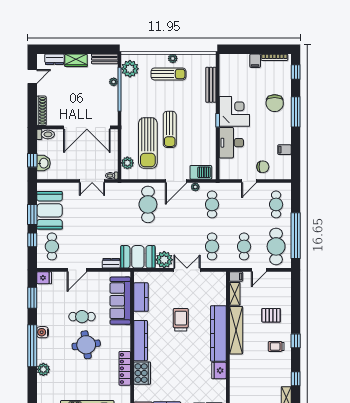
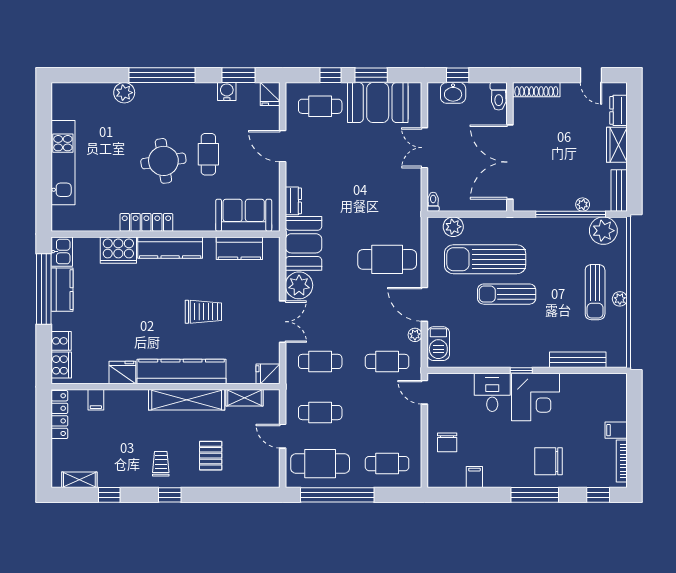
desk: (231, 143) -> (492, 392), width x0.73
double door: (92, 181) -> (424, 148), moved
door: (249, 181) -> (424, 392), moved
filing cabinet: (236, 277) -> (96, 400), moved
fridge: (220, 279) -> (268, 374), added
sofa: (120, 301) -> (244, 215), width x0.73
water cooler: (43, 332) -> (227, 91), moved
locker: (125, 368) -> (146, 222), moved

